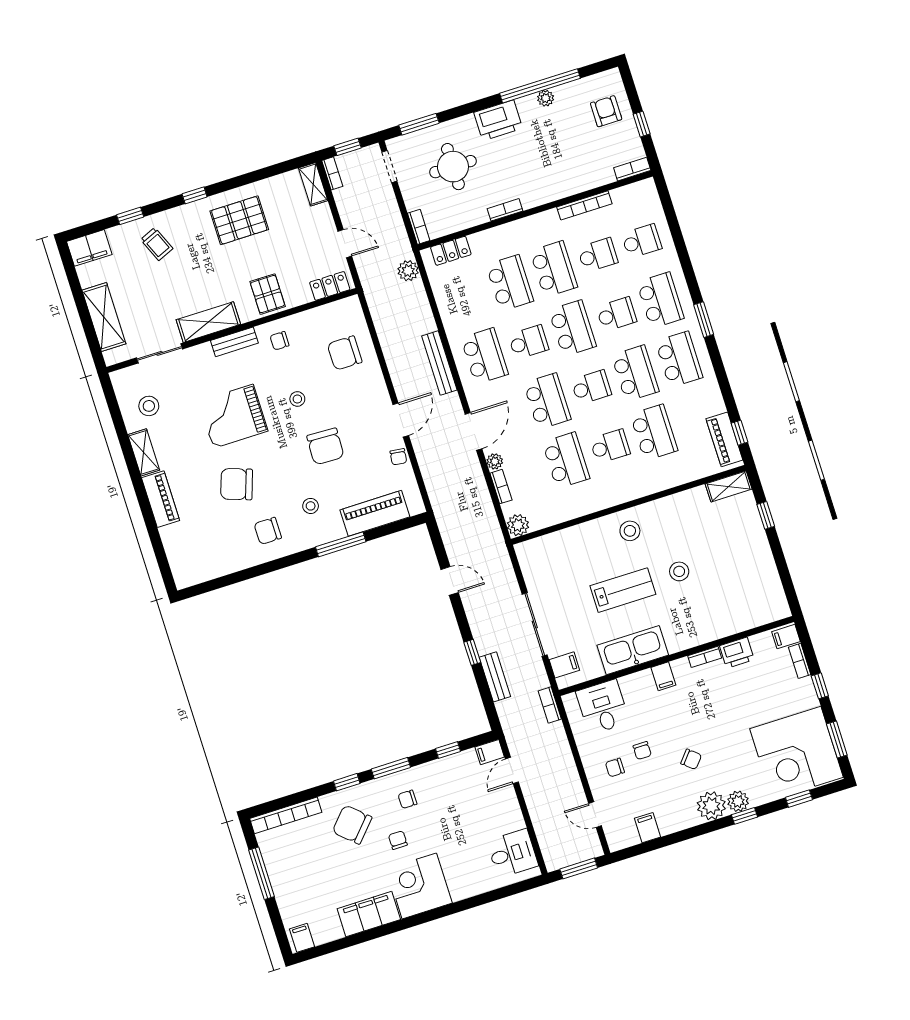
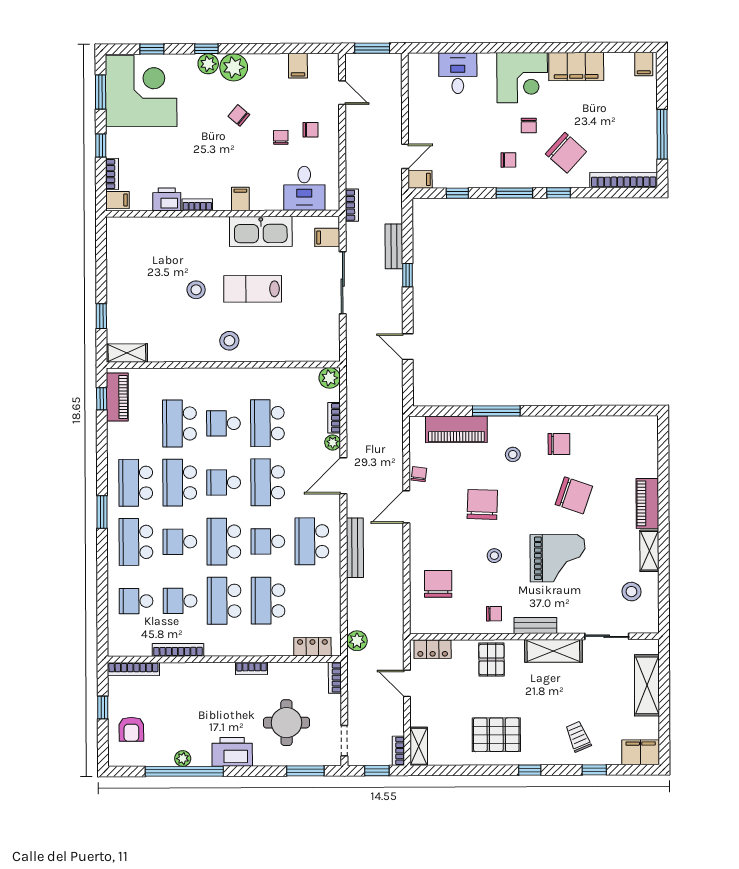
bookcase: (632, 169) -> (133, 669), width x1.56
chair: (345, 353) -> (438, 584), turned -90
desk: (512, 853) -> (458, 73), moved, turned 90

